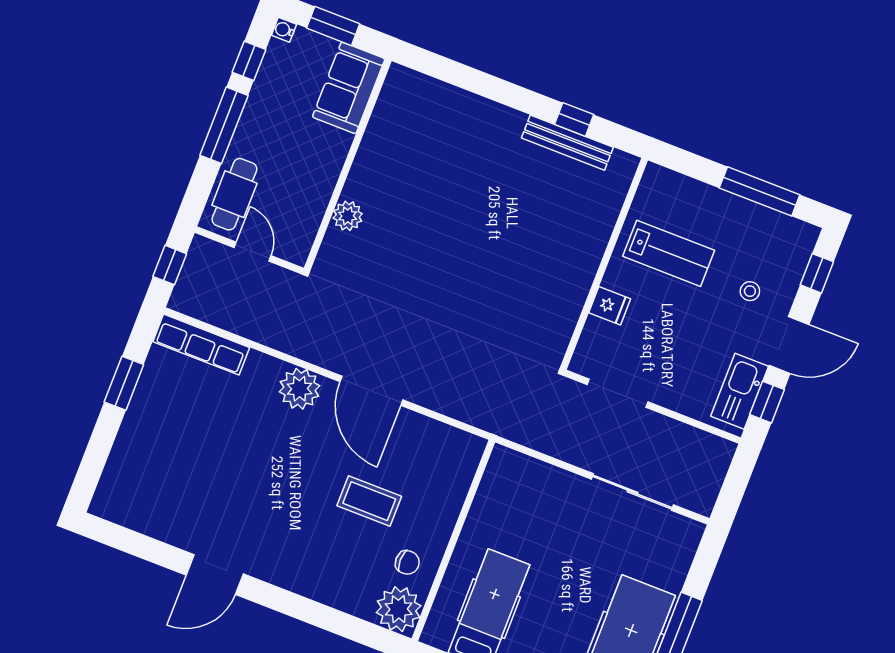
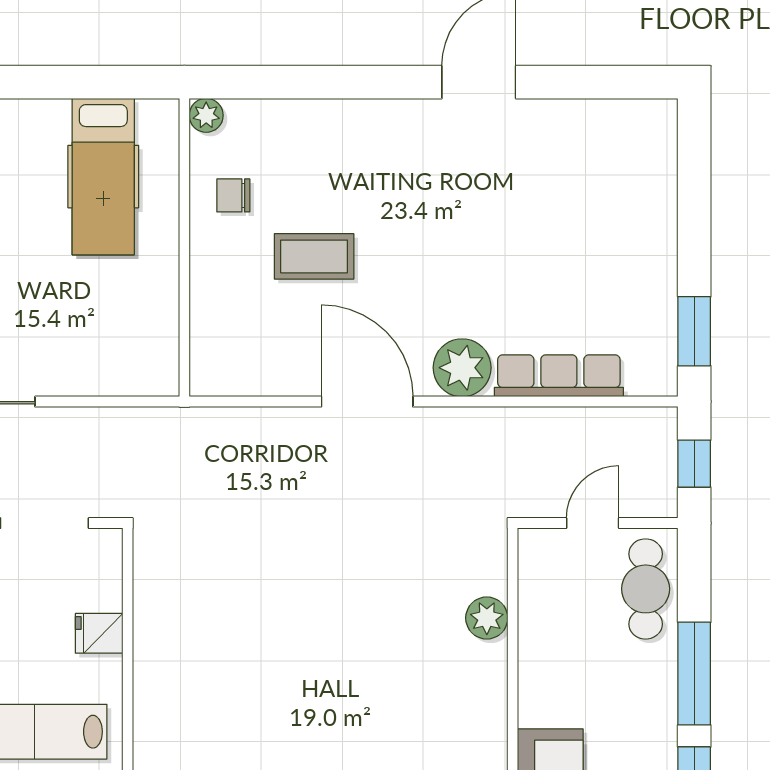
door: (253, 252) -> (593, 523), swing flipped
row of seats: (201, 345) -> (559, 376), moved
window: (124, 383) -> (694, 331), moved
plant: (399, 609) -> (206, 115), width x0.53, depth x0.53

